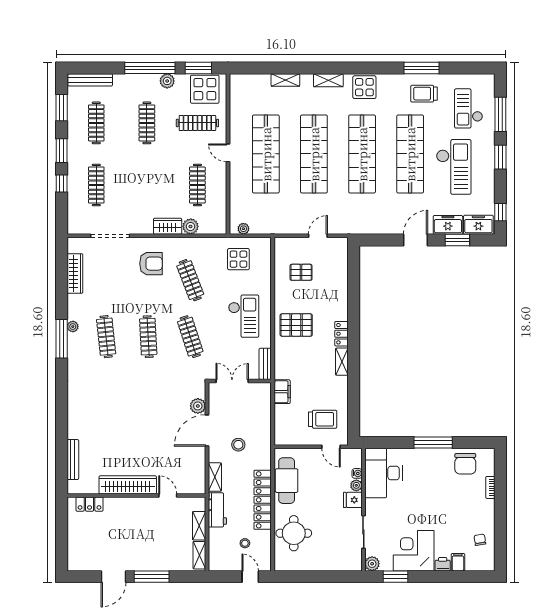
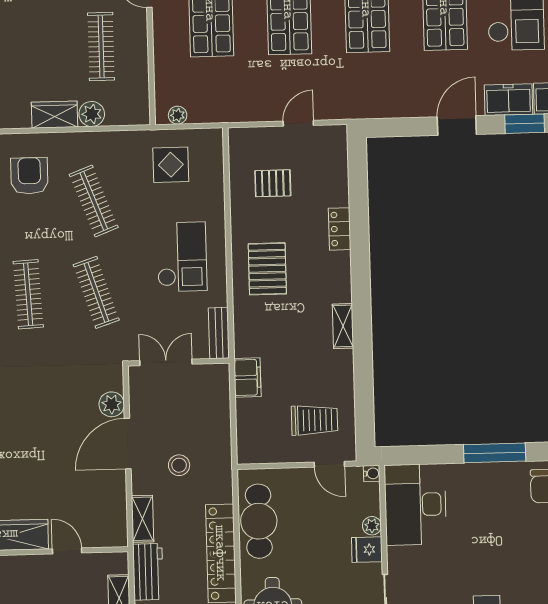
armchair: (151, 264) -> (29, 176), turned -90
pallet: (296, 325) -> (267, 269), turned 90
locker: (341, 334) -> (340, 229), moved
water cooler: (357, 473) -> (372, 473), moved

